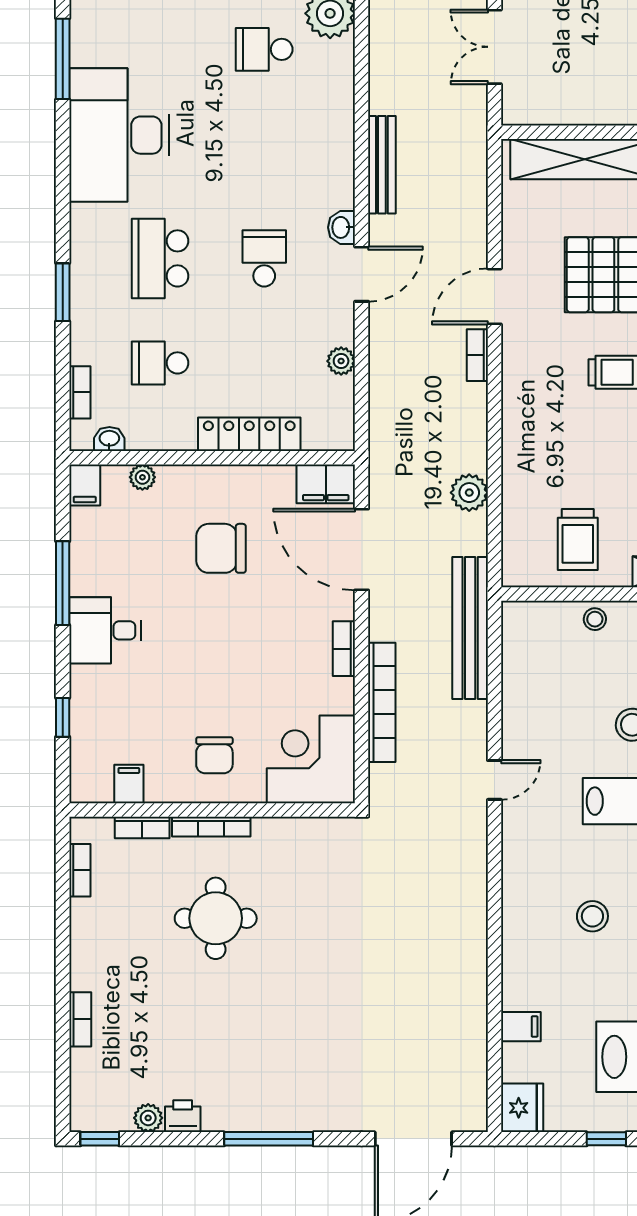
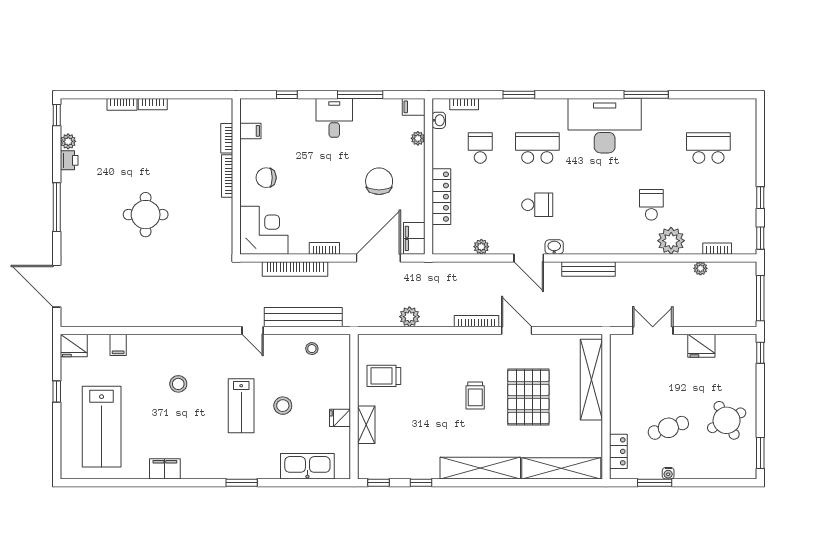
bookcase: (477, 355) -> (477, 321), width x1.56
stool: (595, 619) -> (312, 349), moved
bench: (470, 628) -> (303, 317), moved
bookcase: (80, 870) -> (153, 104), moved
round table: (216, 918) -> (146, 215), moved

